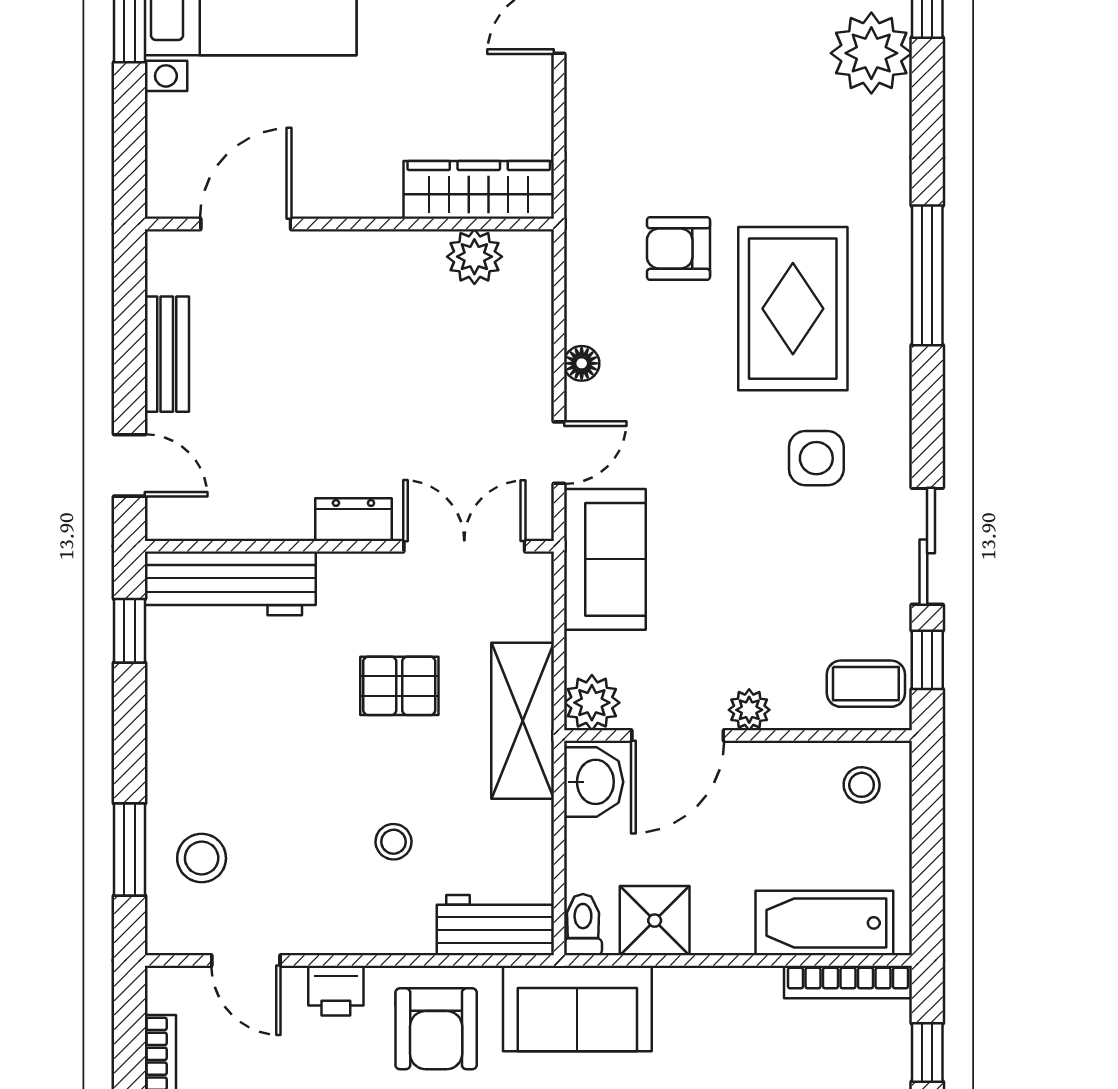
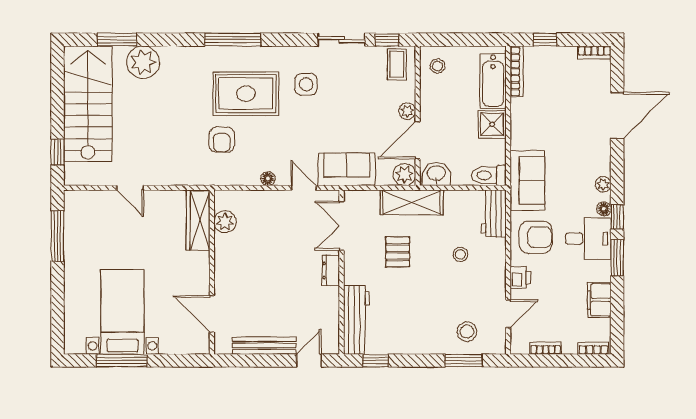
bench: (167, 354) -> (264, 346), width x1.36
door: (678, 735) -> (418, 140), swing flipped
shower: (655, 921) -> (492, 124), moved
toilet: (583, 925) -> (489, 175), width x1.37, depth x1.39

